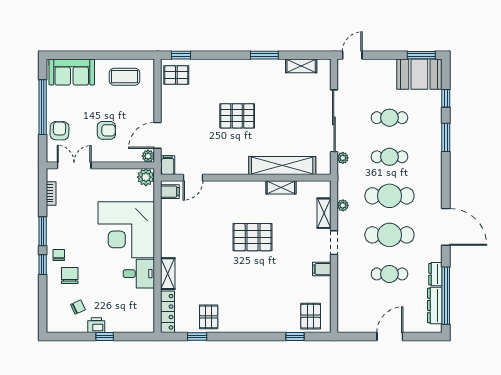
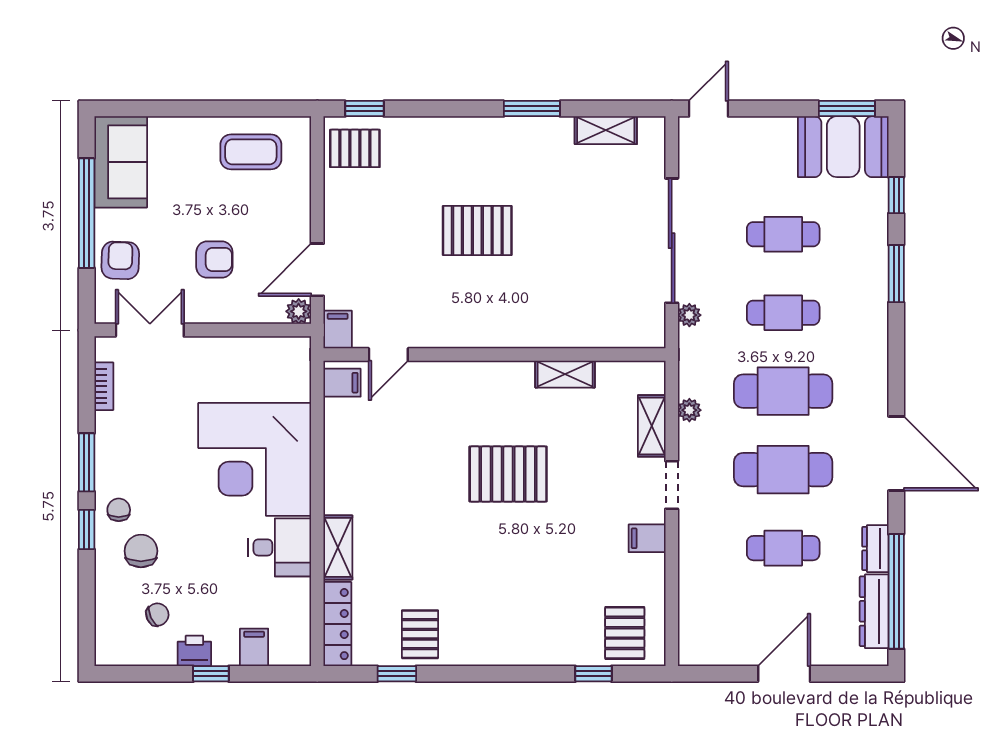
sofa: (72, 72) -> (121, 162), moved, turned -90
shelving: (282, 165) -> (568, 330), removed
plant: (146, 177) -> (294, 354), removed
filing cabinet: (126, 323) -> (254, 647), added

